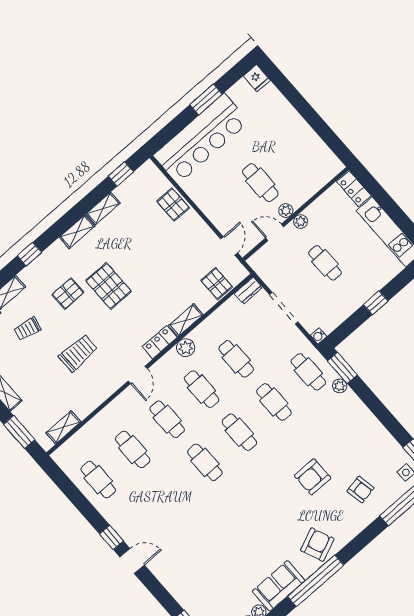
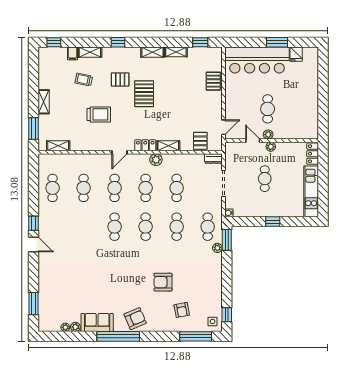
fridge: (257, 78) -> (296, 54), moved

